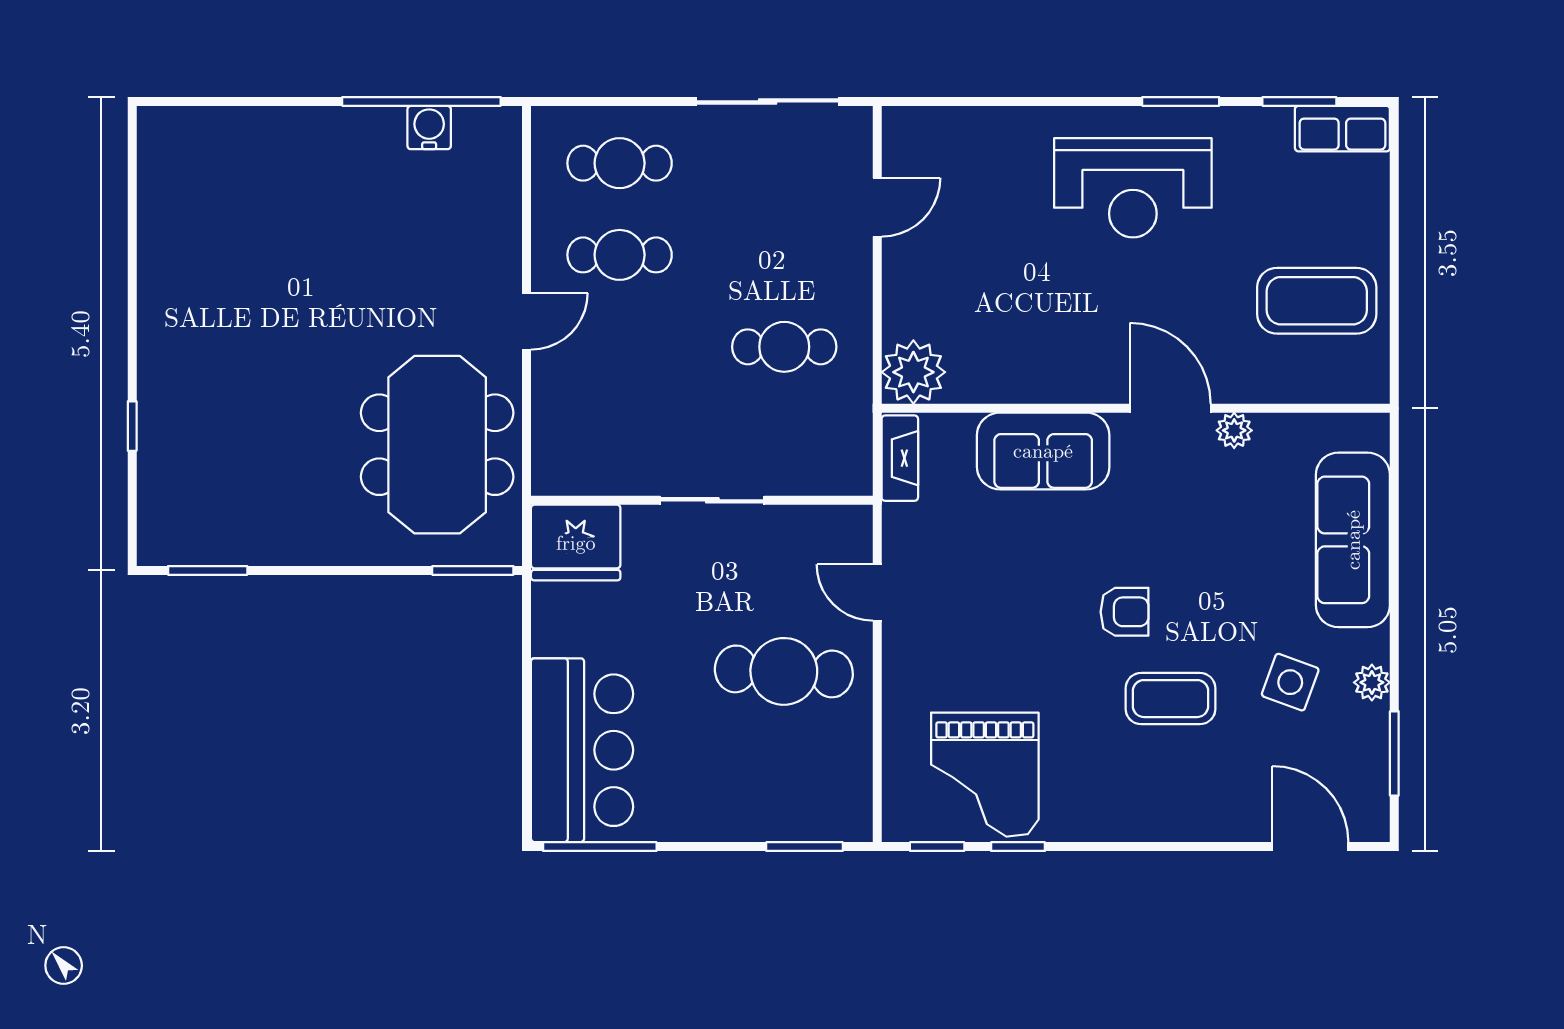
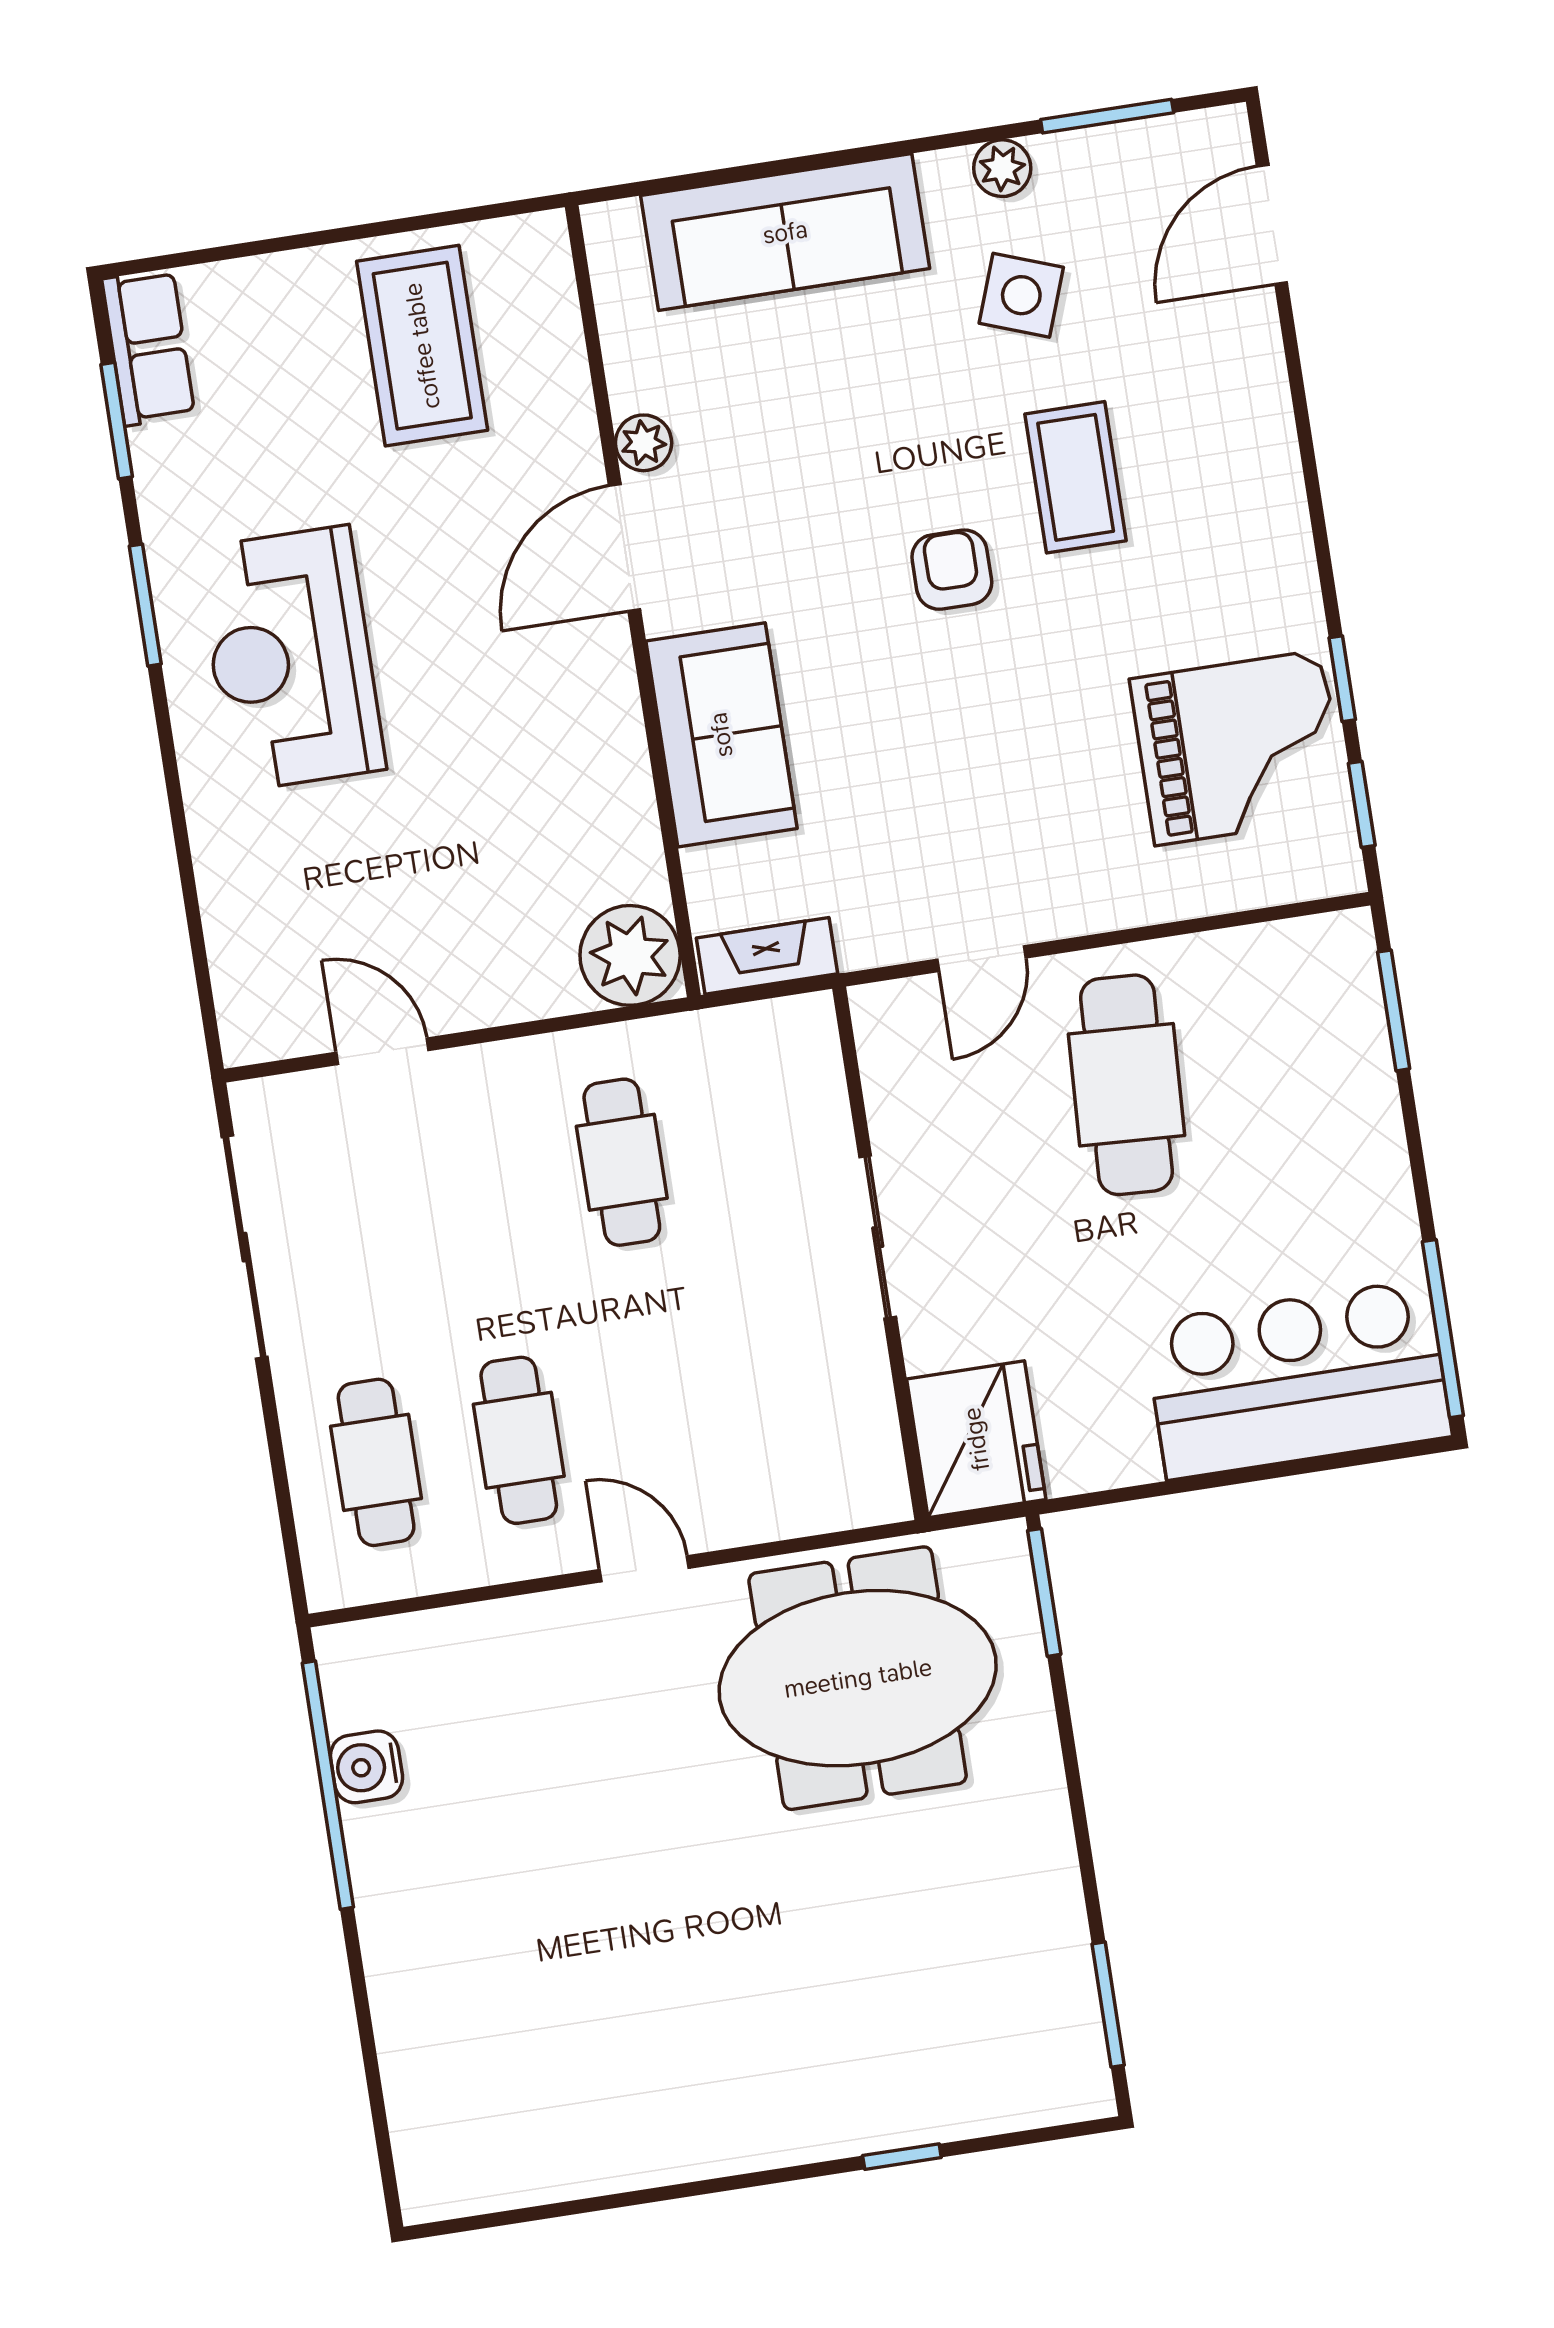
reception desk: (1133, 188) -> (291, 659), turned 180

